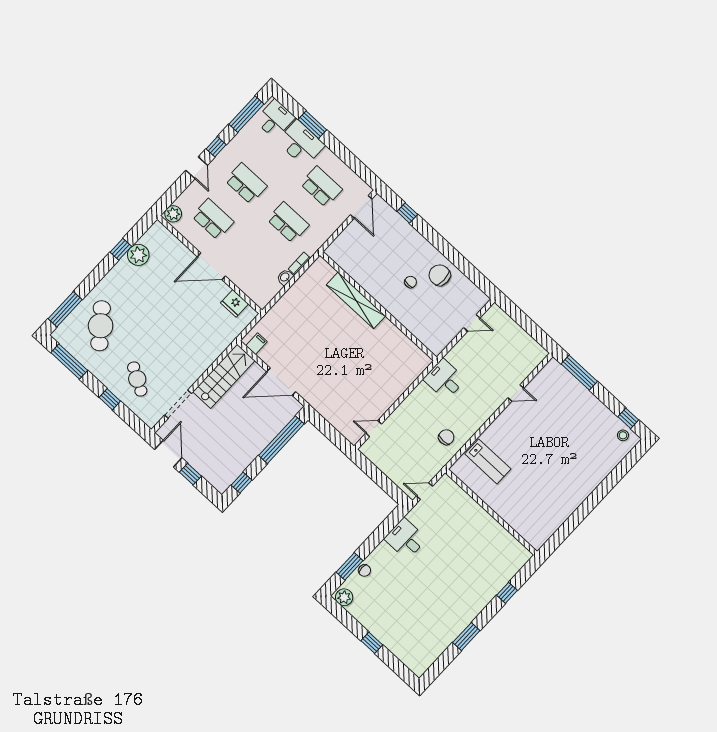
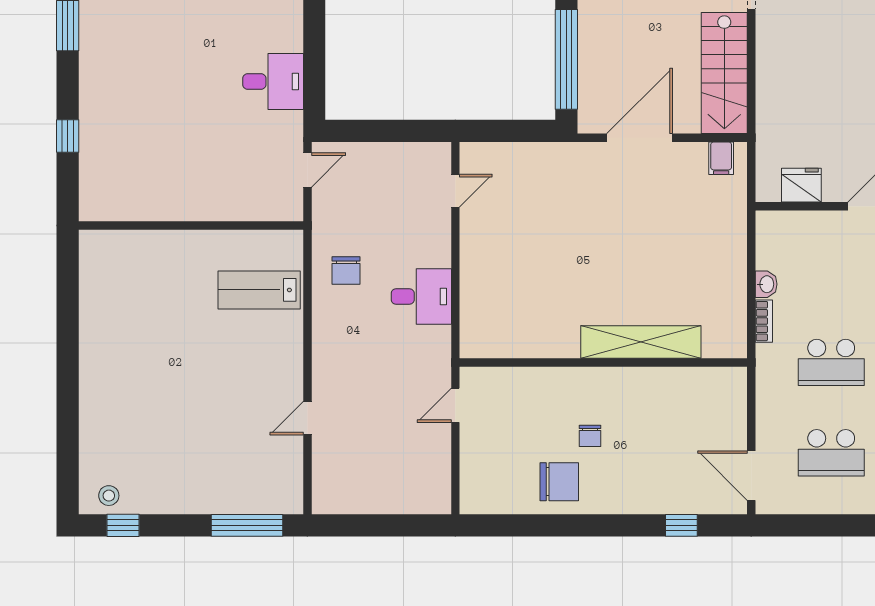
door: (472, 323) -> (455, 405), moved
desk: (445, 379) -> (421, 296), moved

